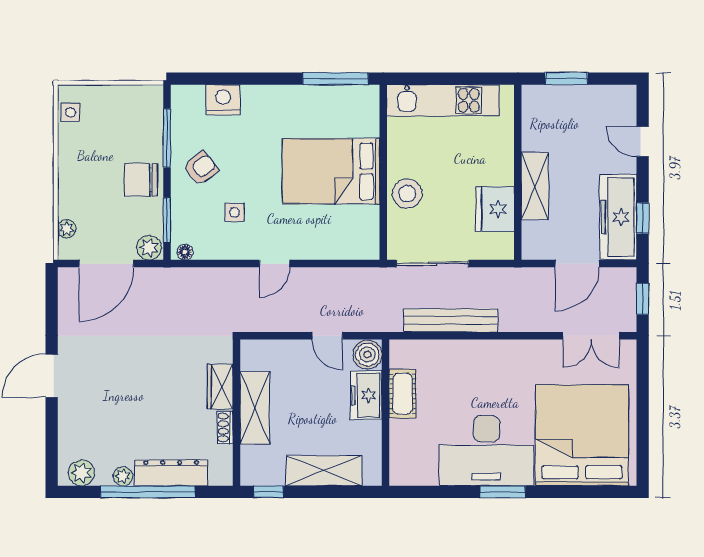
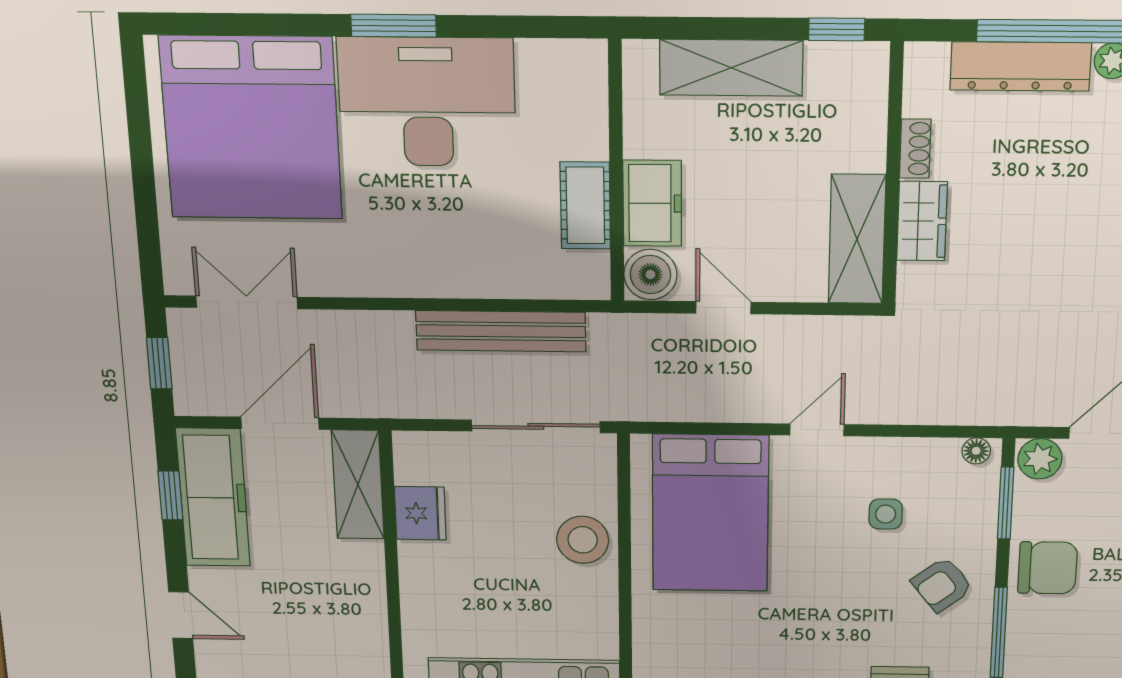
bed: (331, 171) -> (710, 513), moved, turned 90
shelving: (535, 186) -> (358, 485), moved
fridge: (495, 209) -> (420, 513), width x0.73, depth x0.75
shelving: (255, 408) -> (857, 239), moved

